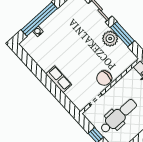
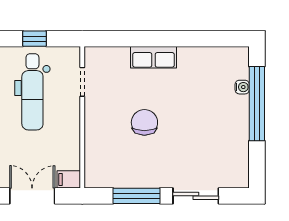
plant: (110, 39) -> (145, 174), removed
chair: (104, 78) -> (144, 122), moved

